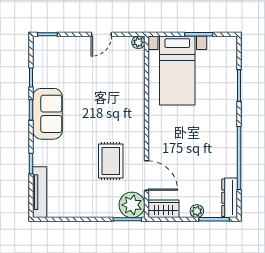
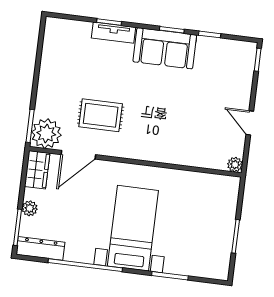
bed with nightstands: (177, 70) -> (133, 228), moved, turned 90
tv unit: (40, 192) -> (113, 33), moved, width x0.71

